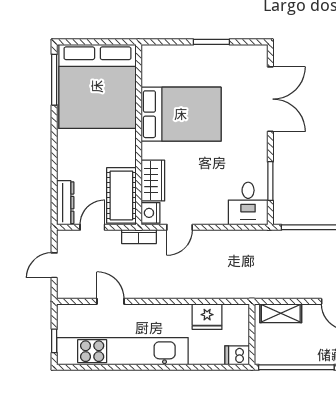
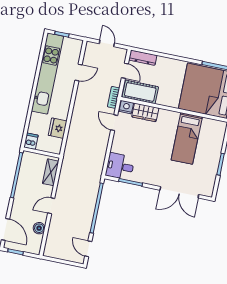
bed: (181, 114) -> (187, 138), width x0.67

